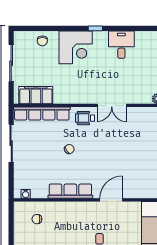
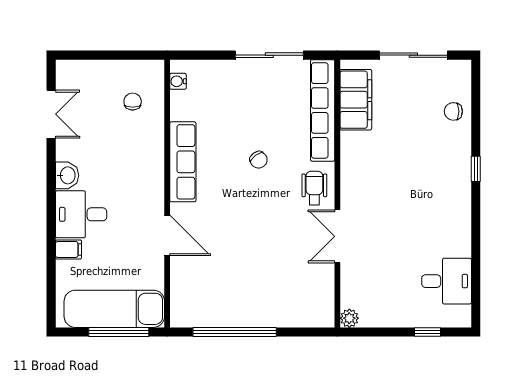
window: (95, 28) -> (476, 169), moved
desk: (121, 45) -> (447, 281), moved
corner desk: (76, 47) -> (442, 171), removed

